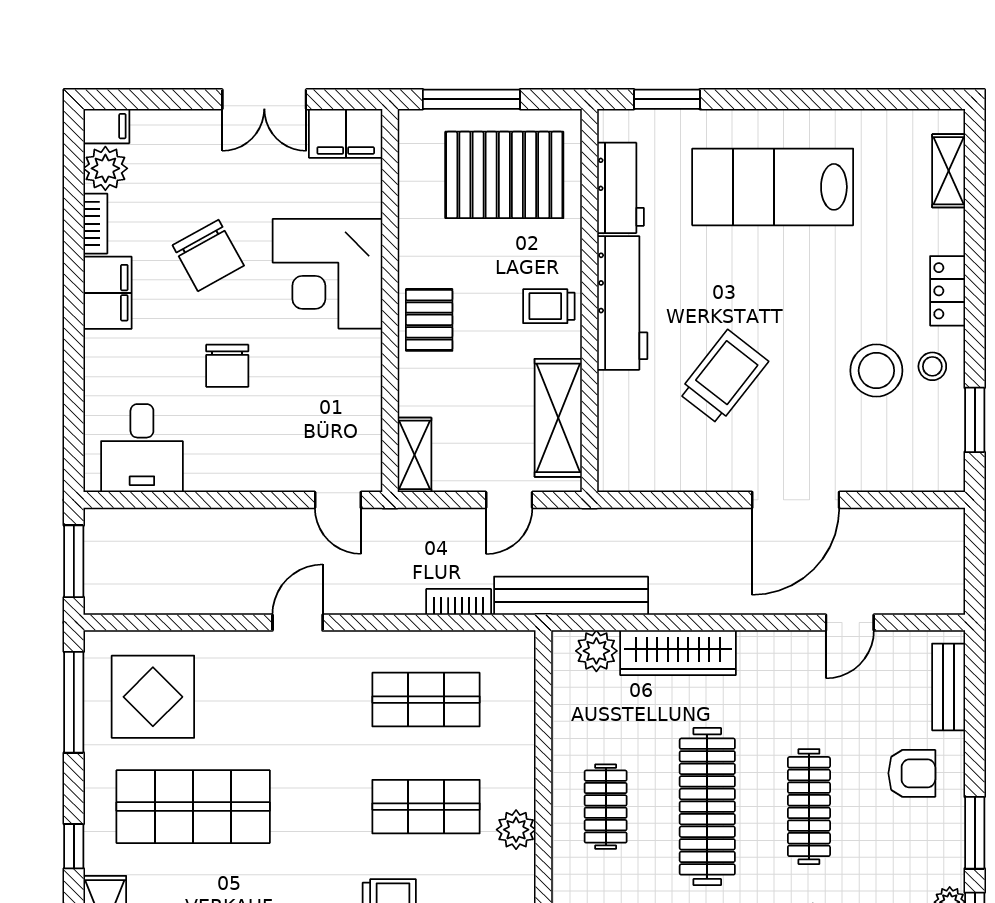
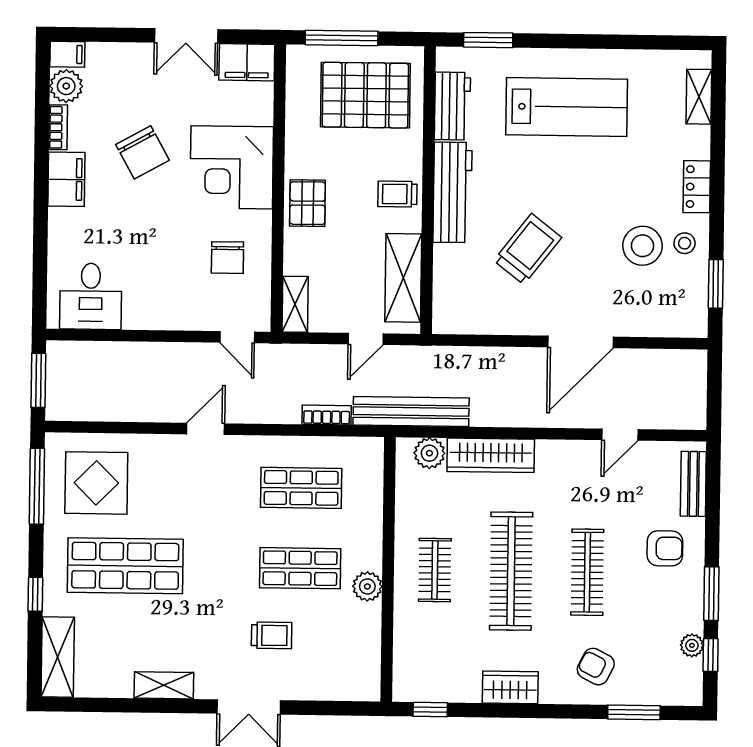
lab bench: (773, 187) -> (567, 107), turned 180
chair: (227, 366) -> (227, 258), moved

